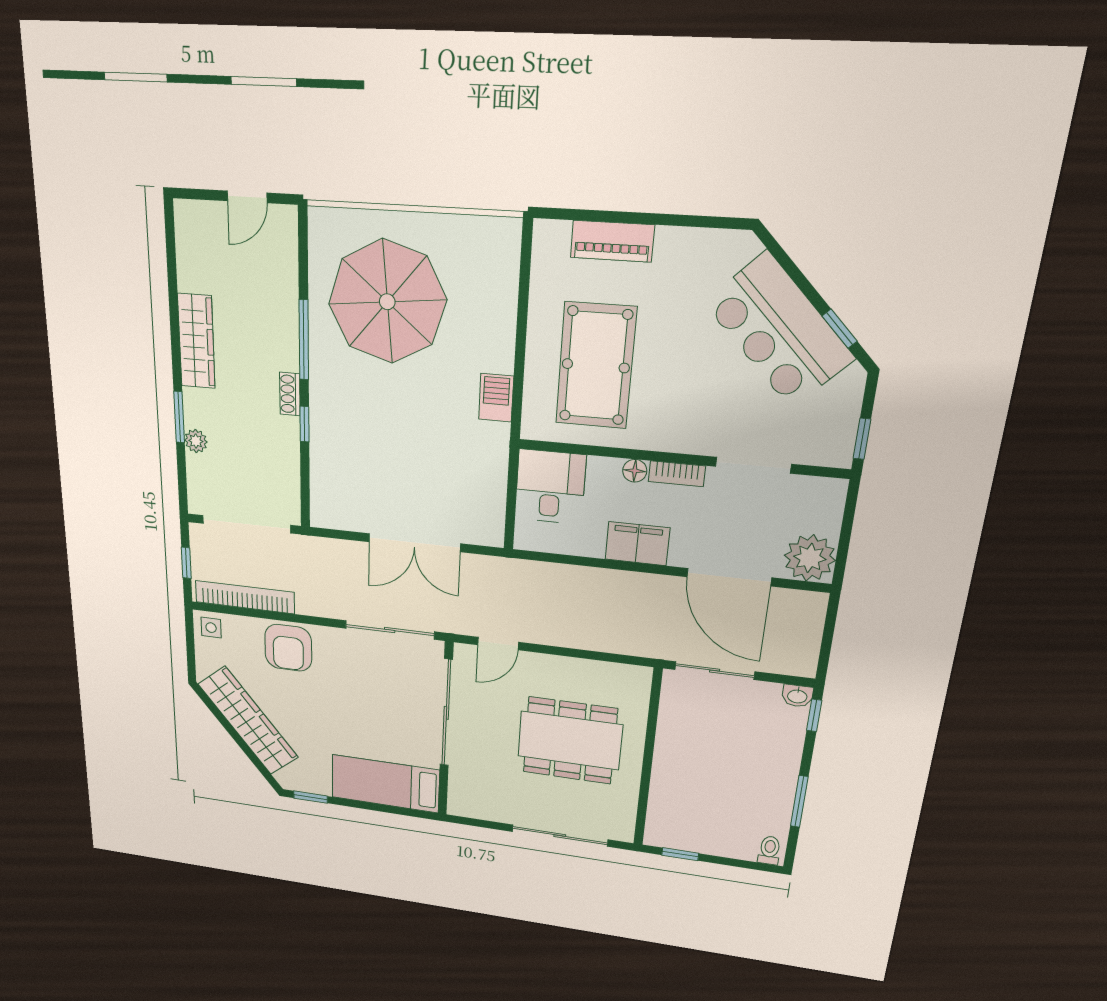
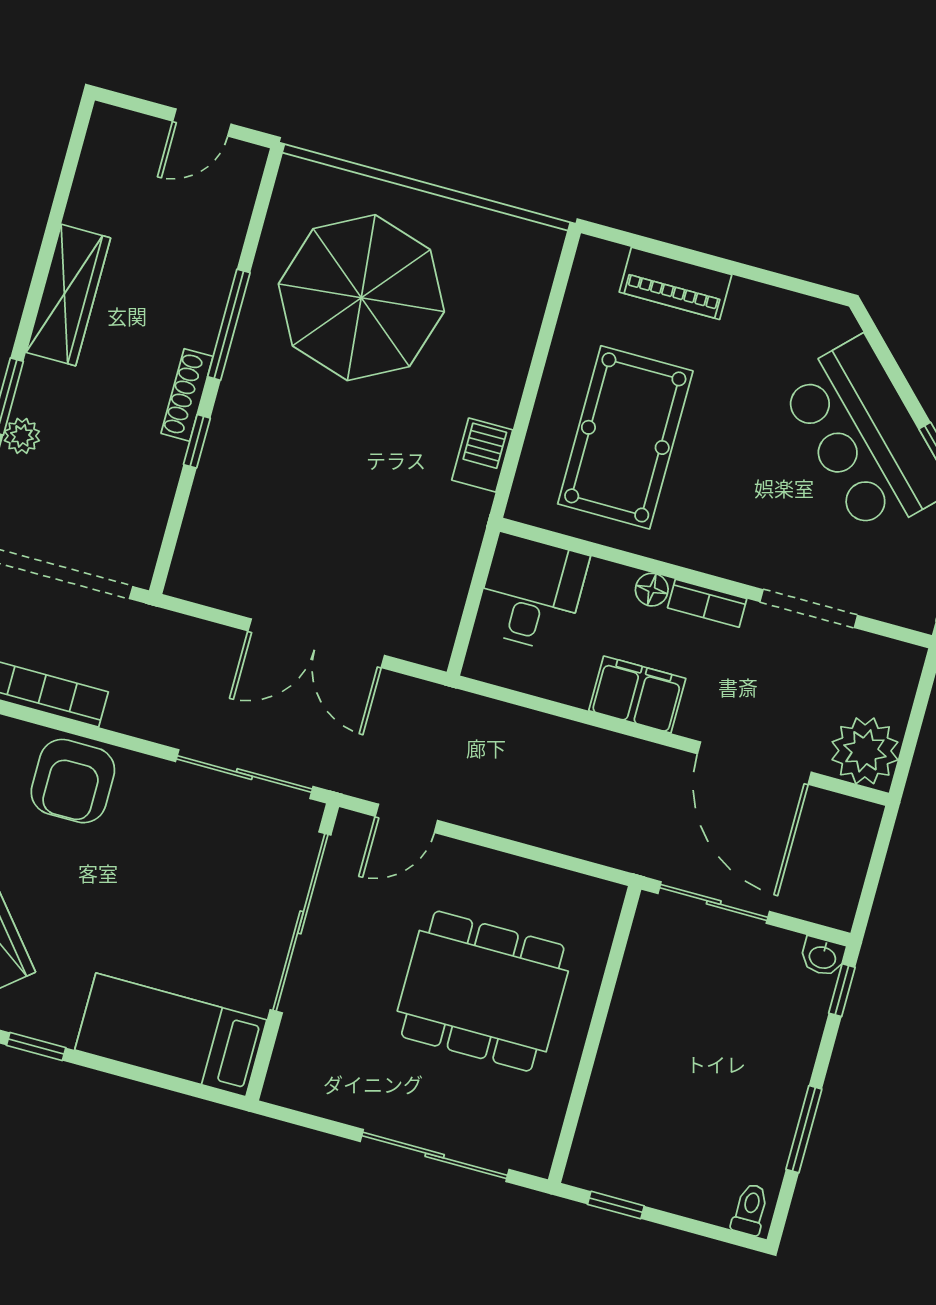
shoe rack: (290, 394) -> (187, 395), width x1.43

